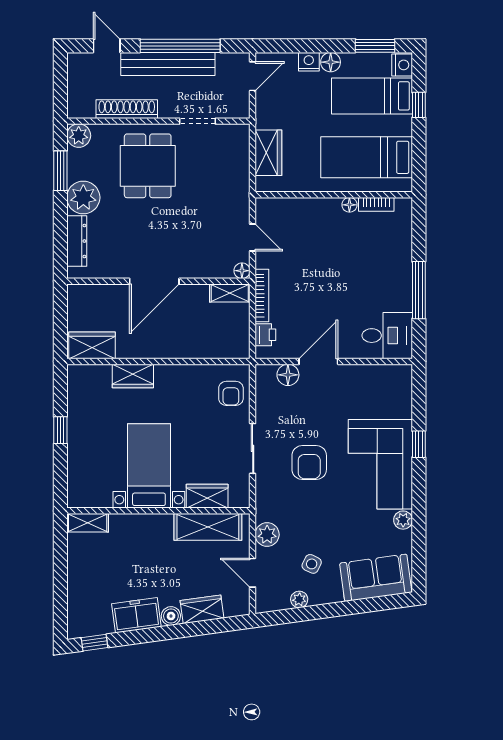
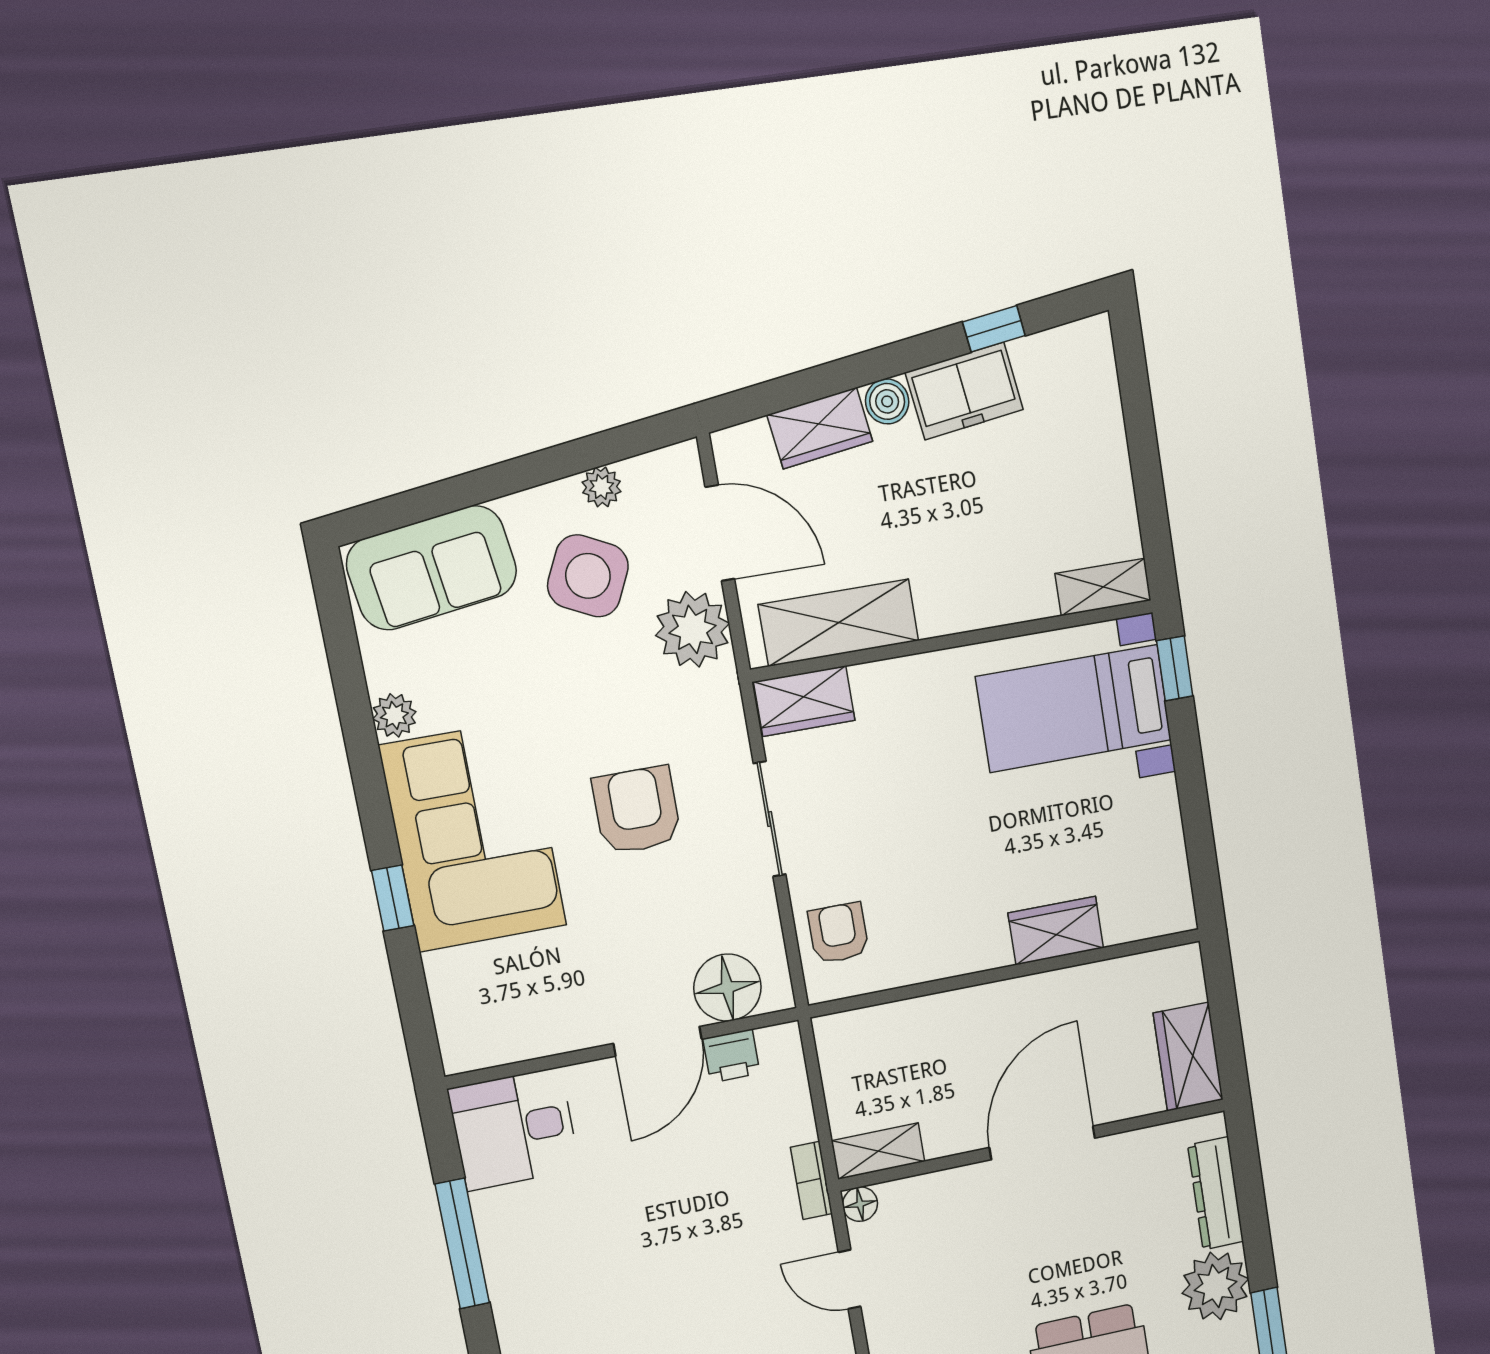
bookcase: (262, 295) -> (811, 1181), width x0.64
printer: (265, 335) -> (731, 1056), moved, turned -90
wardrobe: (92, 345) -> (1188, 1057), moved, turned 90
floor lamp: (288, 375) -> (727, 988), width x1.38, depth x1.38
window: (60, 430) -> (1175, 668), moved
bed with nightstands: (149, 466) -> (1074, 708), moved, turned 90
wardrobe: (207, 496) -> (804, 701), moved
plant: (267, 535) -> (693, 629), width x1.36, depth x1.36
side table: (312, 564) -> (588, 576), width x1.87, depth x1.87
door: (253, 573) -> (720, 533), width x1.38
window: (95, 643) -> (994, 329), moved

